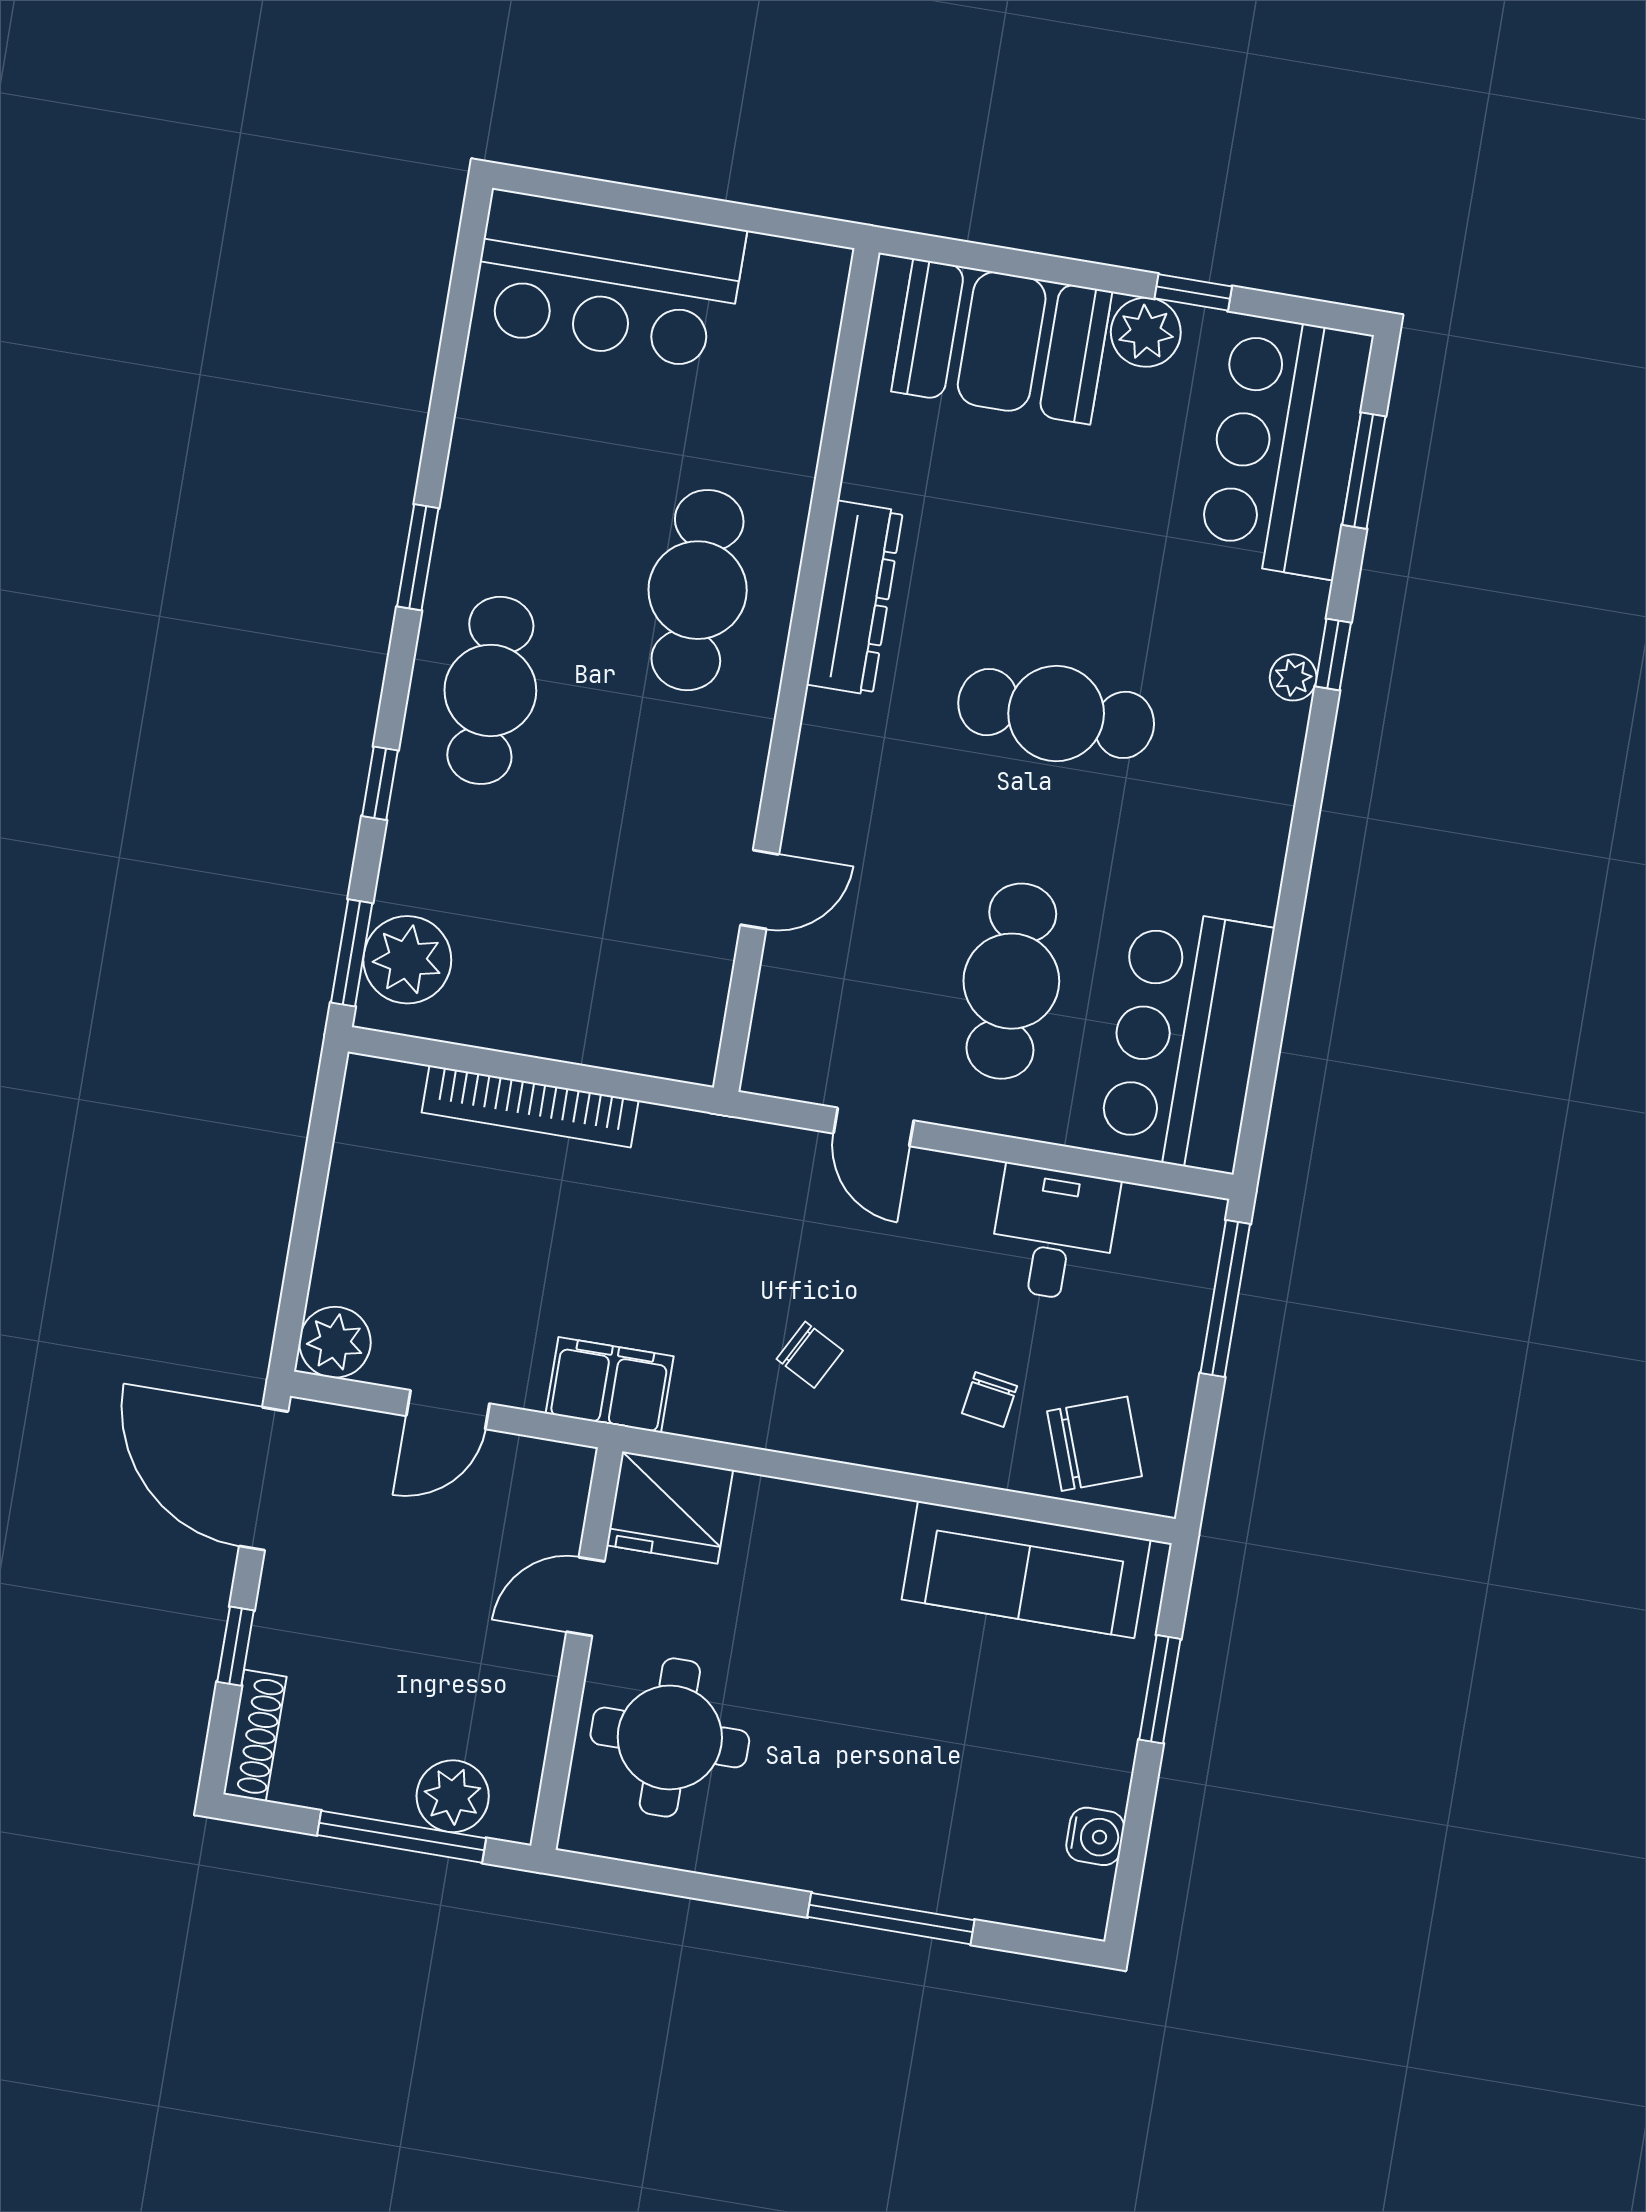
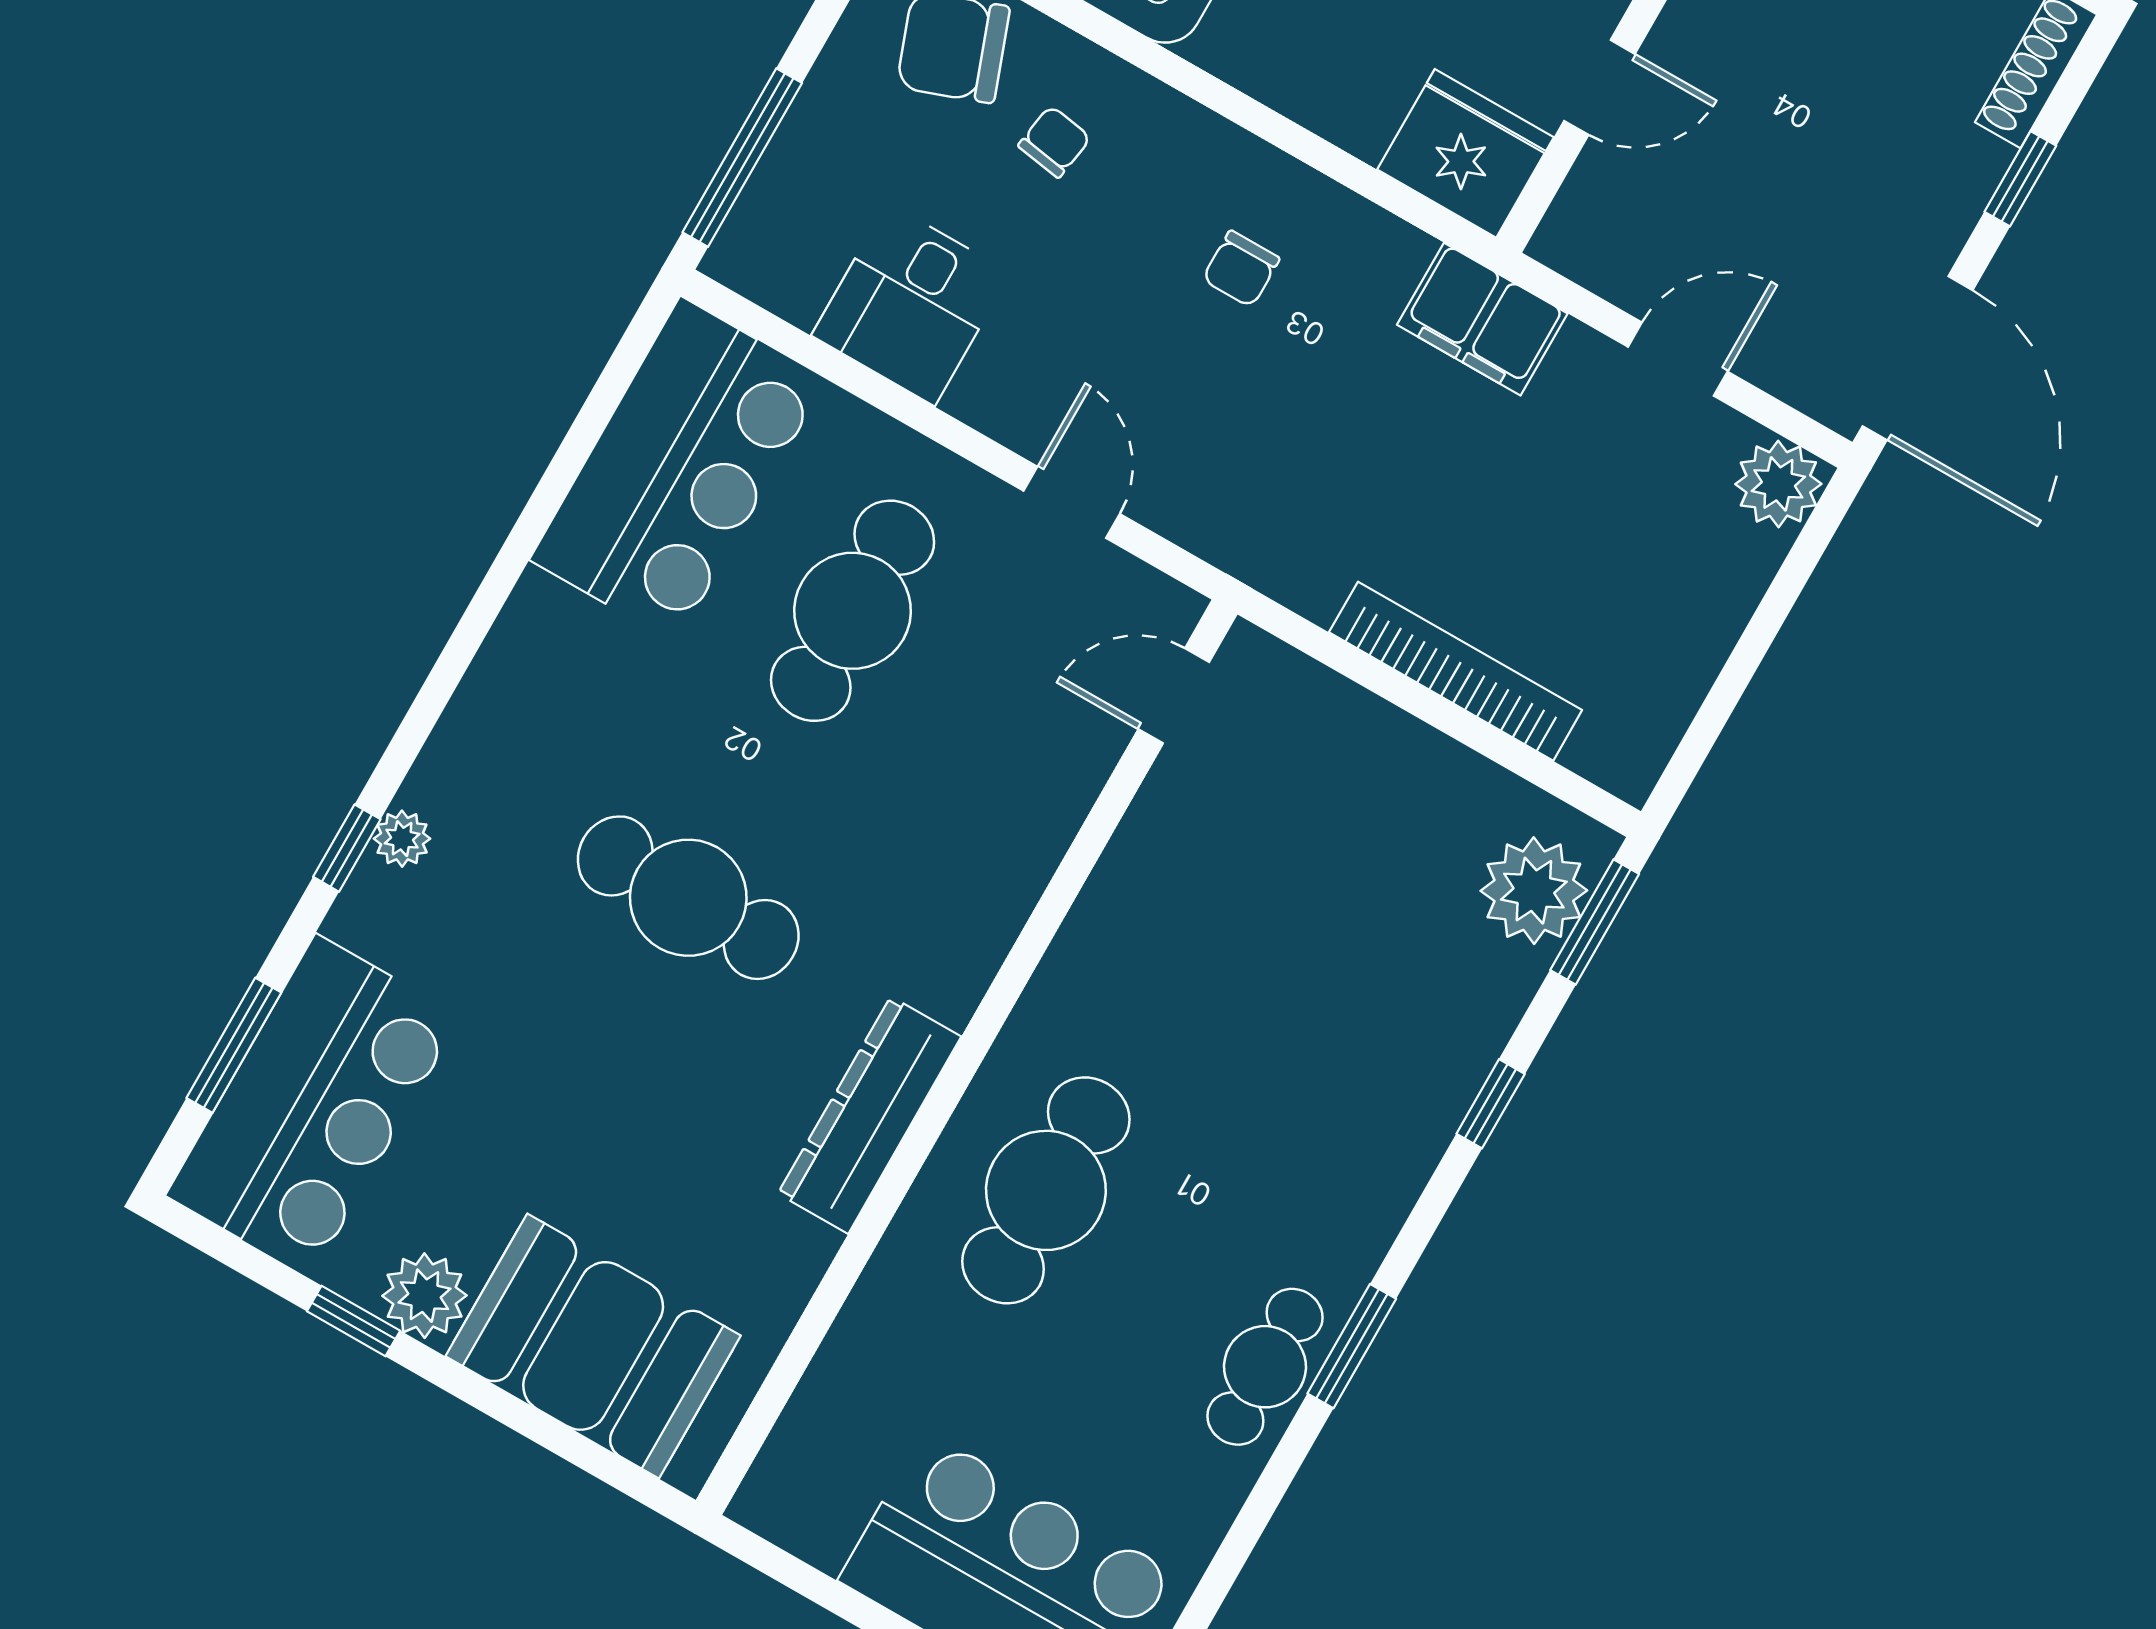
cafe table: (490, 690) -> (1265, 1367), moved, width x0.73, depth x0.74
door: (760, 890) -> (1174, 696), moved
chair: (810, 1355) -> (1241, 269), turned -118

